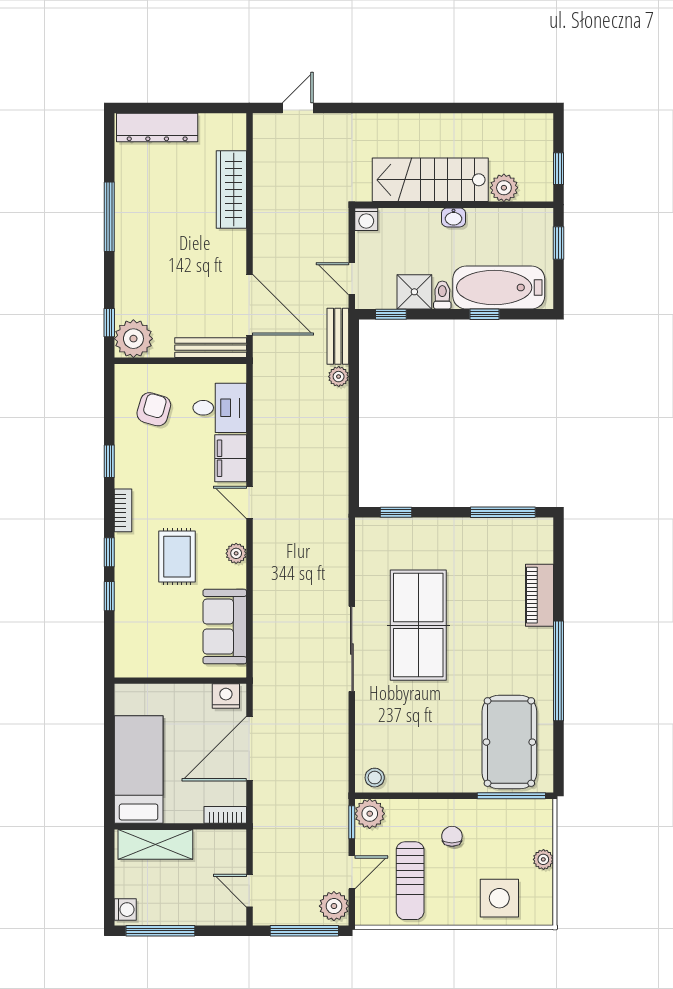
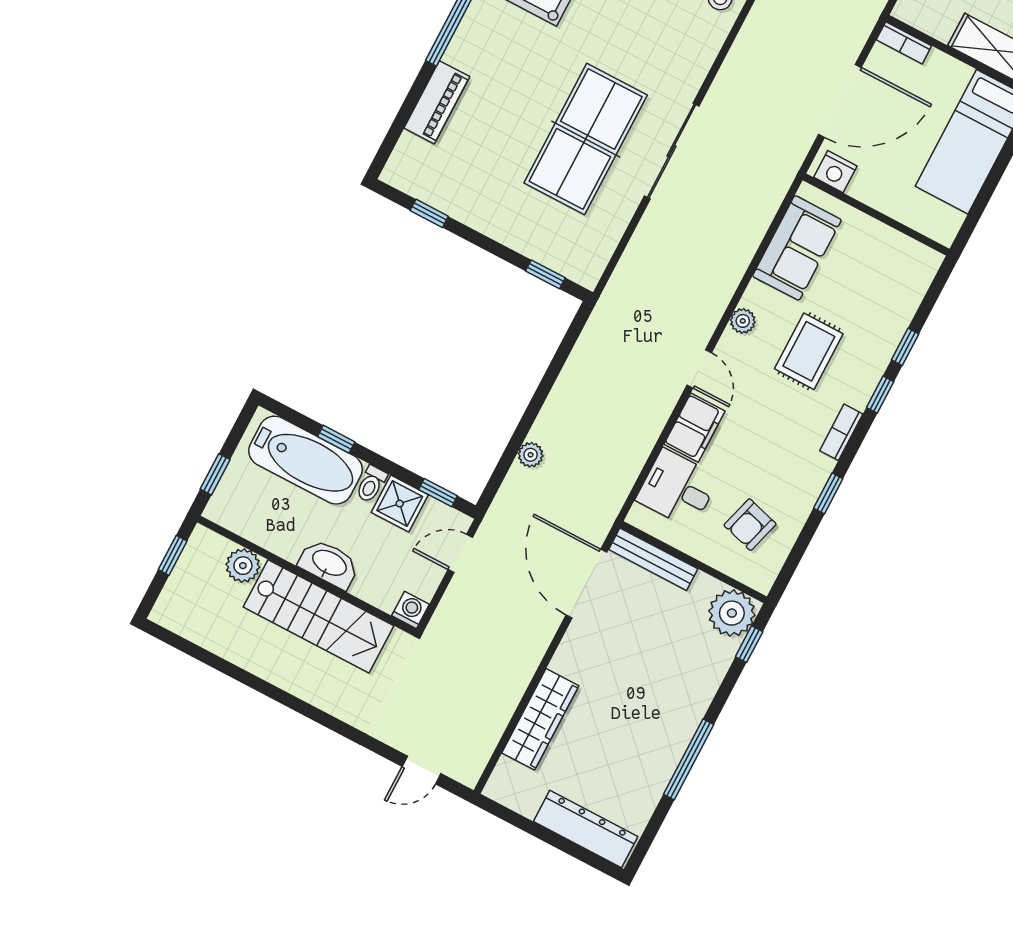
washbasin: (453, 217) -> (329, 564), width x1.91, depth x1.45
door: (352, 279) -> (460, 554), swing flipped
bench: (338, 336) -> (508, 499), removed
window: (503, 512) -> (429, 213), width x0.46

